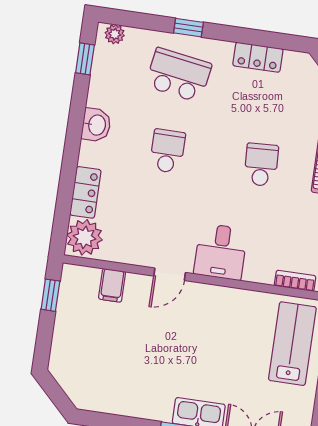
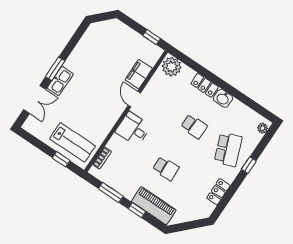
window: (85, 59) -> (258, 108), removed
school desk: (179, 75) -> (228, 149), turned -30
locker: (85, 192) -> (205, 85), moved
filing cabinet: (112, 285) -> (139, 74), width x2.00

